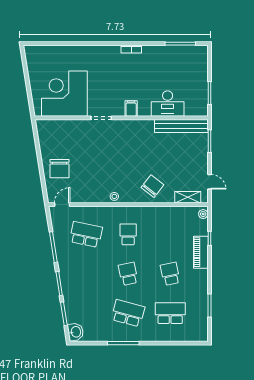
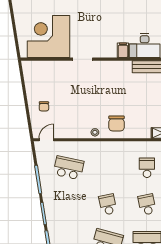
filing cabinet: (131, 108) -> (123, 50), moved
chair: (60, 169) -> (44, 106), width x0.54, depth x0.54
chair: (152, 186) -> (116, 123), moved, turned 142
school desk: (128, 234) -> (147, 168), moved

